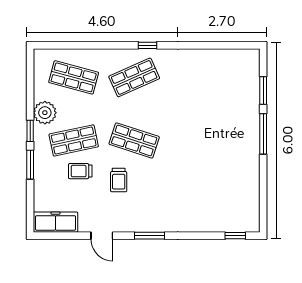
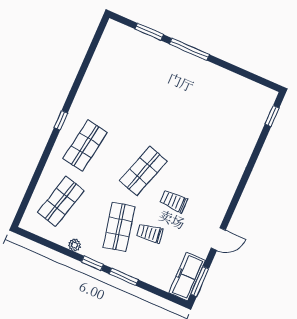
shop shelf: (134, 77) -> (85, 146), turned 33
plant: (45, 113) -> (75, 245), width x0.53, depth x0.53
trolley: (80, 171) -> (150, 233), turned 82
trolley: (119, 180) -> (174, 201), turned 180
window: (149, 236) -> (200, 282), moved

